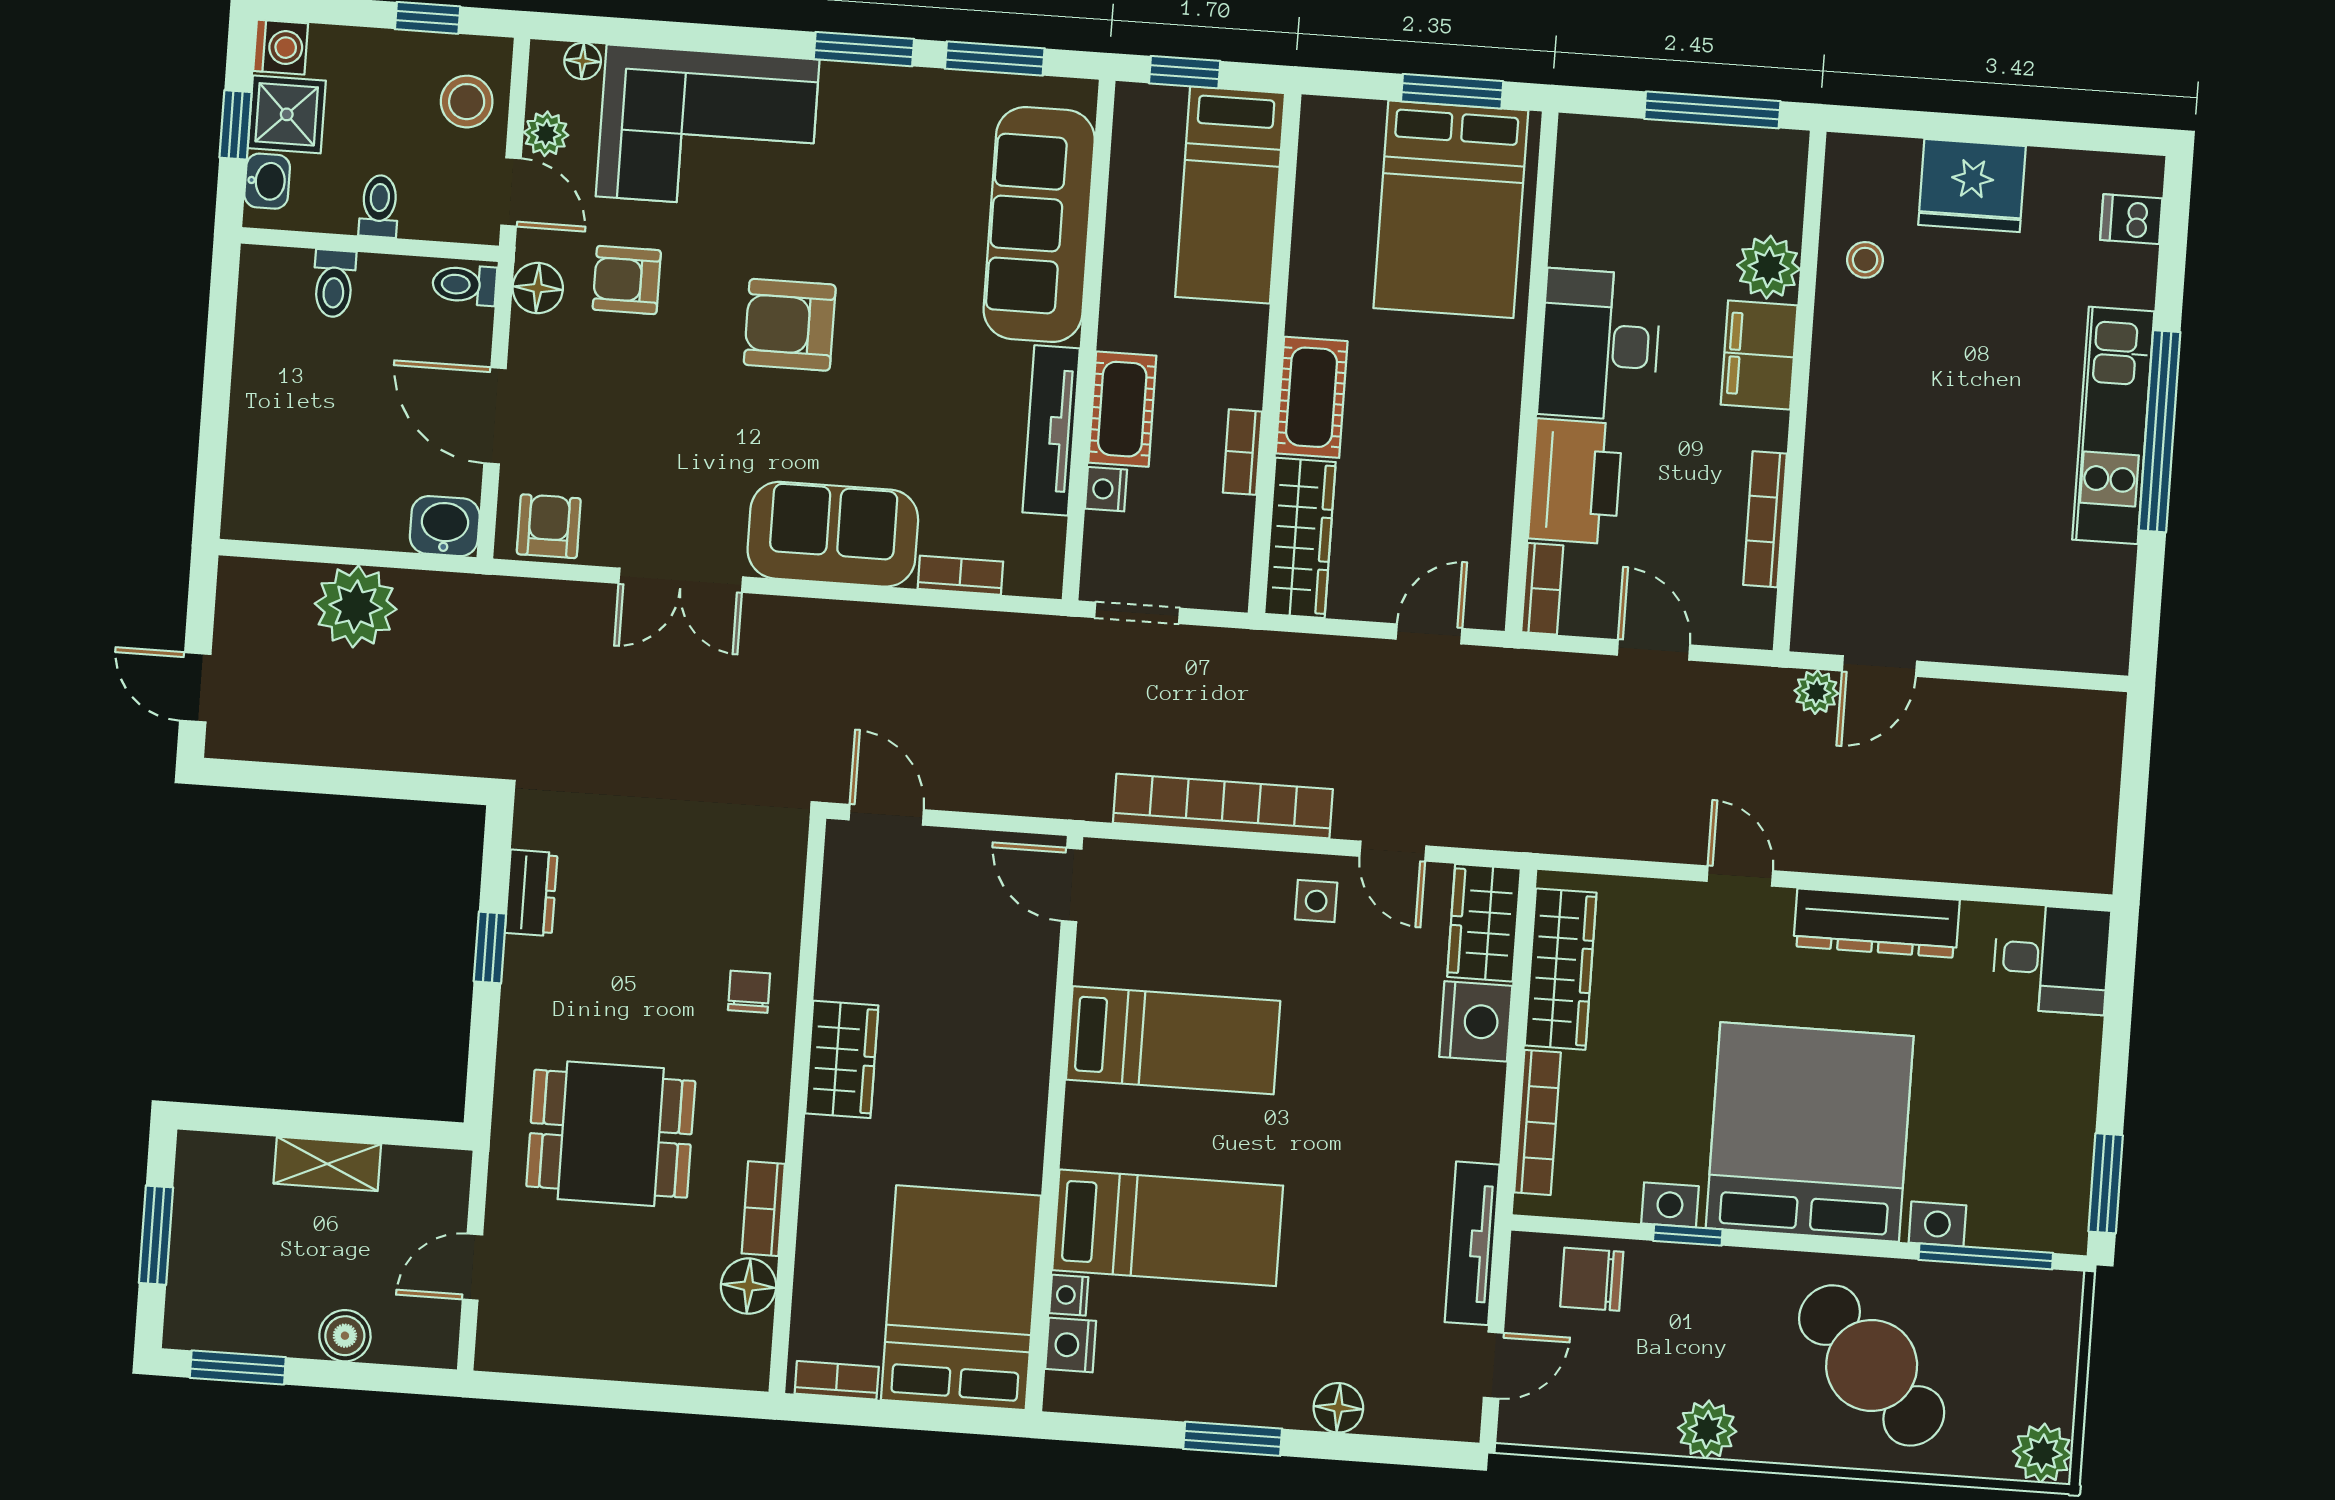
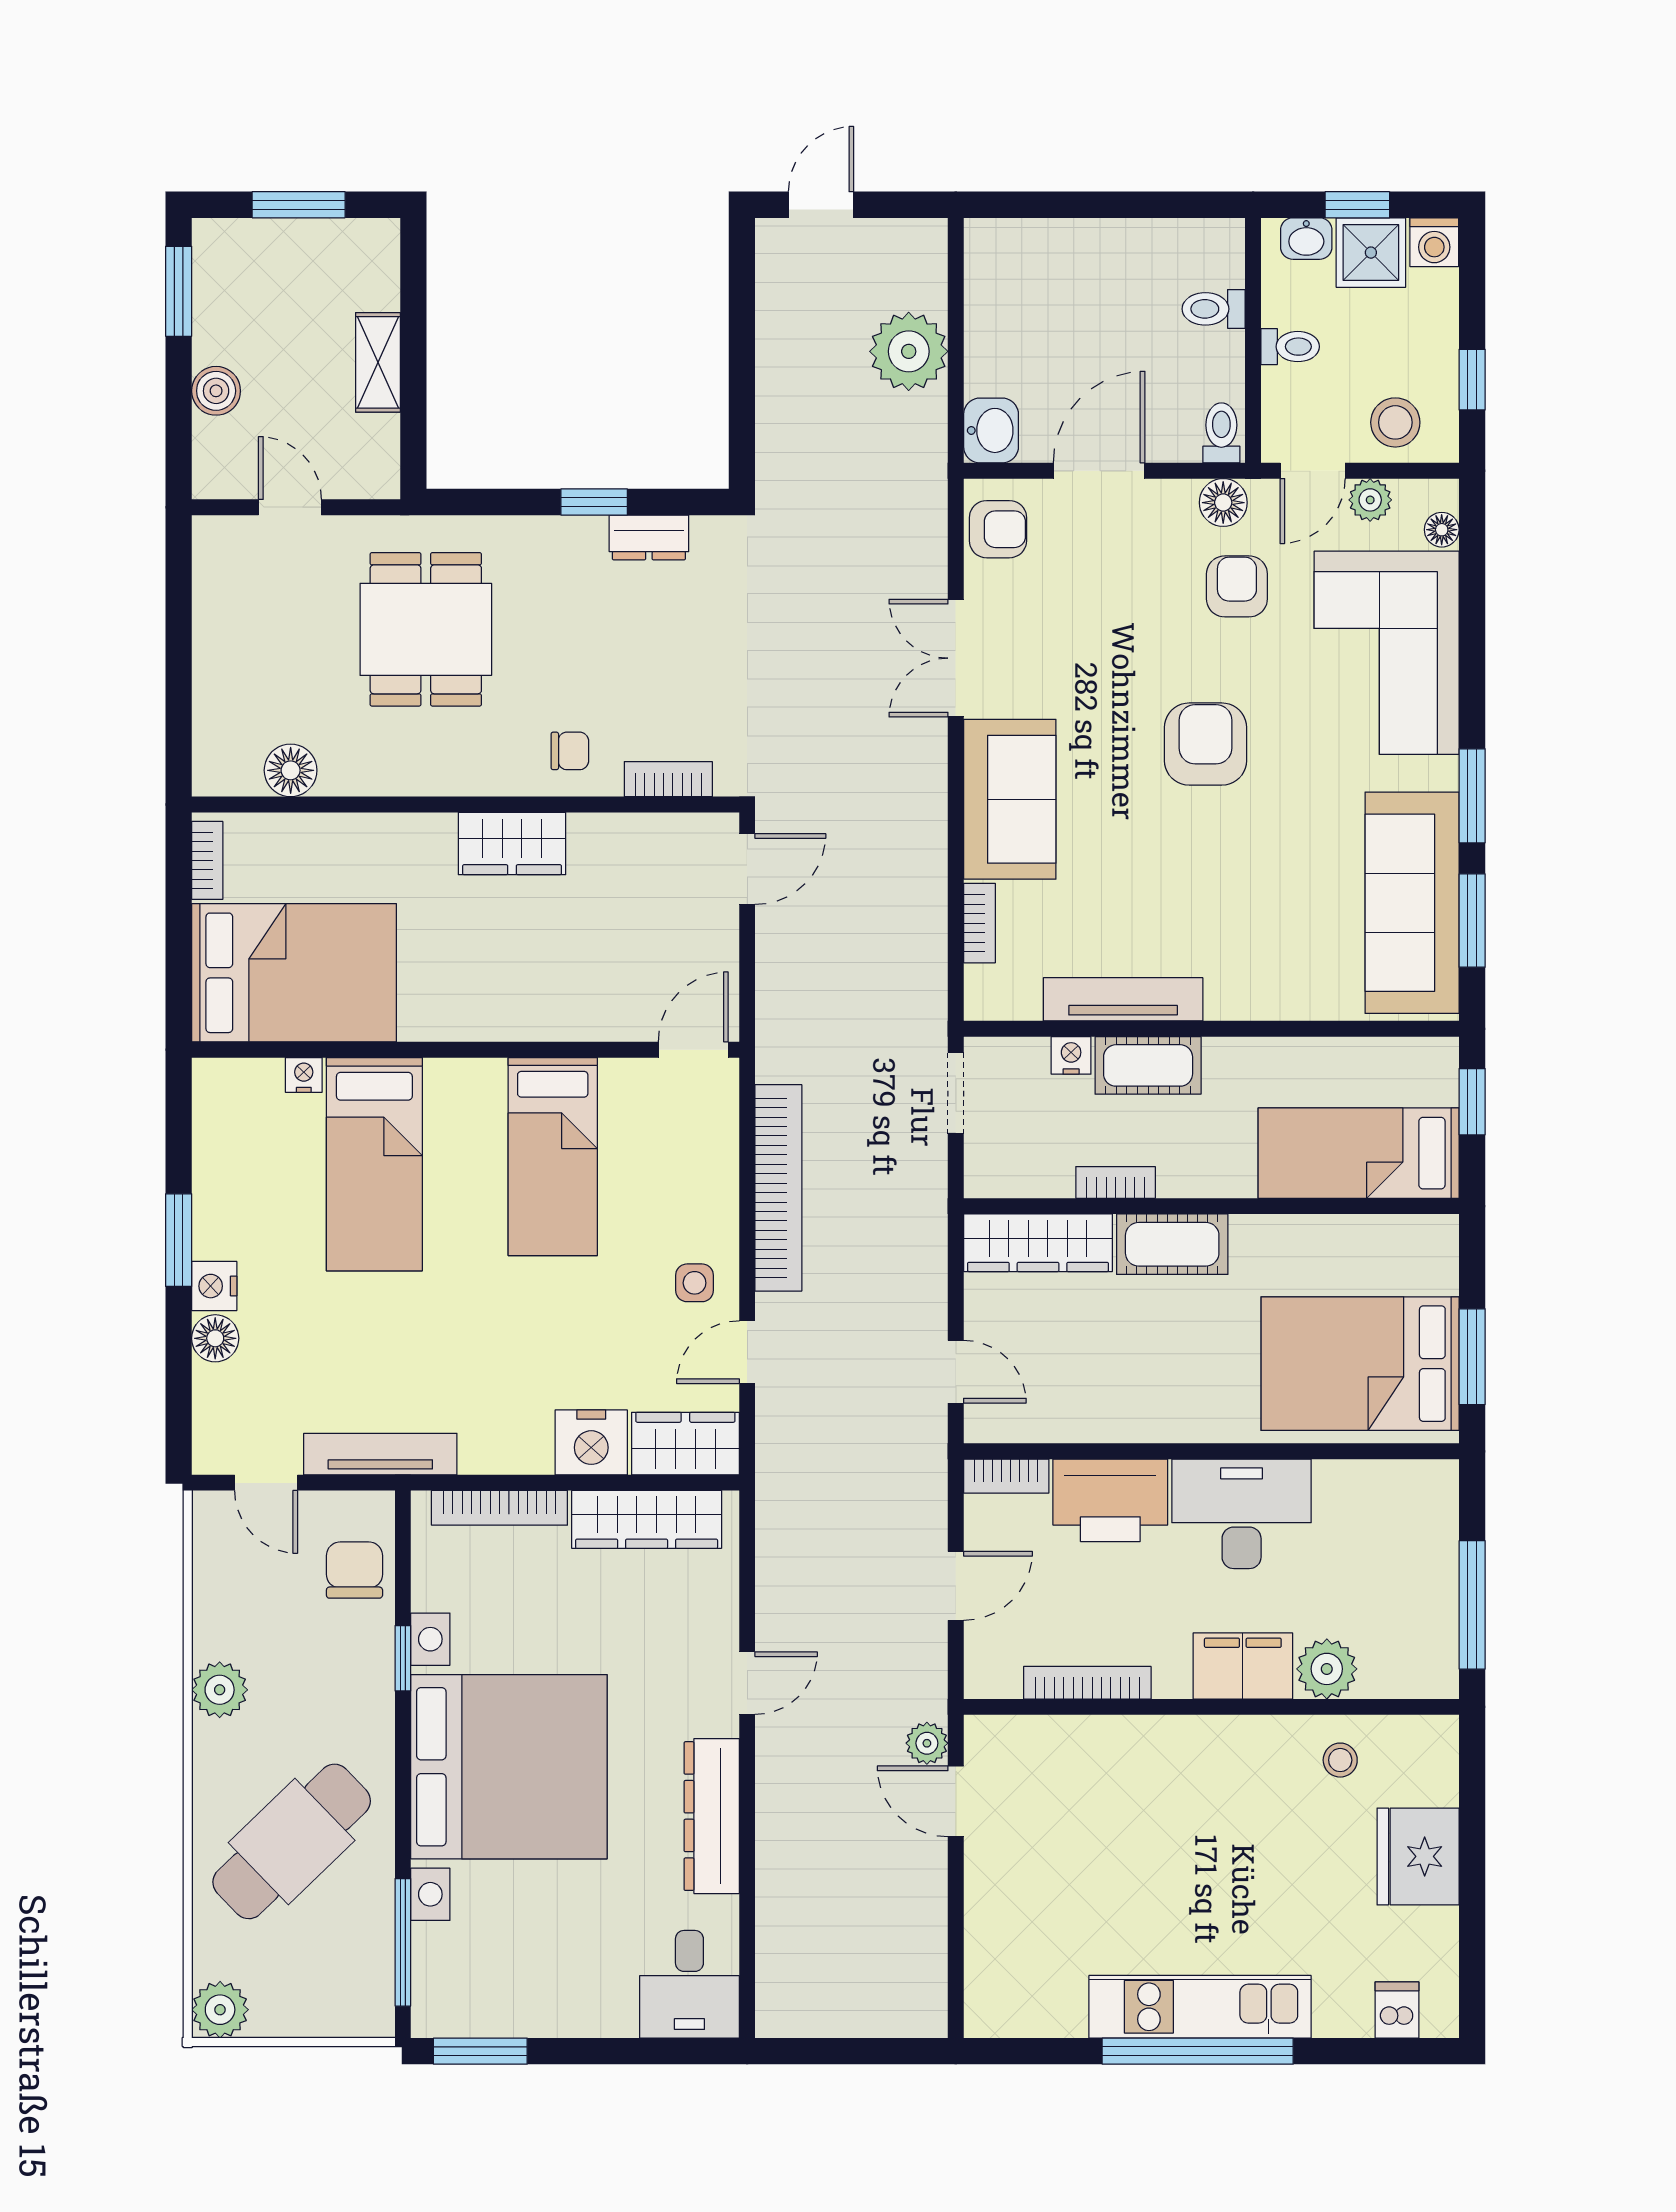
sofa: (1039, 224) -> (1412, 903), moved, turned -90
bookcase: (763, 1209) -> (668, 779), moved
nightstand: (1071, 1345) -> (214, 1286), moved, turned -90

